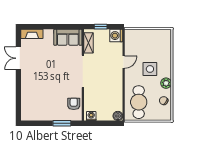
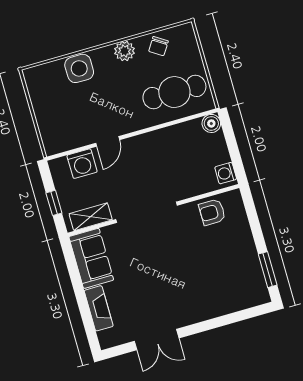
fireplace: (32, 34) -> (99, 308), moved
washing machine: (116, 36) -> (82, 164), moved
door: (124, 62) -> (108, 141), swing flipped
side table: (150, 69) -> (79, 68), moved
window: (62, 123) -> (268, 270), moved

